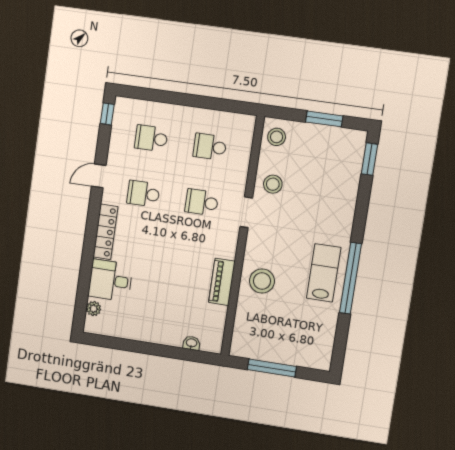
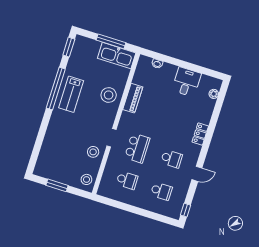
window: (369, 159) -> (69, 47), moved
school desk: (202, 202) -> (137, 148), width x1.85
locker: (105, 232) -> (200, 134), width x0.66
desk: (110, 280) -> (187, 82), moved, turned -90
kitchen sink: (259, 347) -> (117, 56), added

